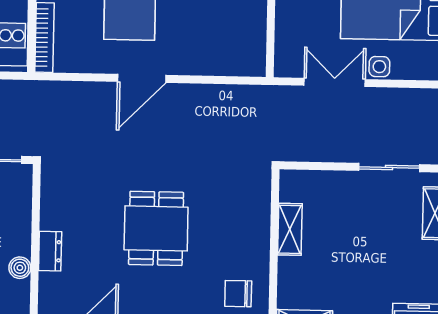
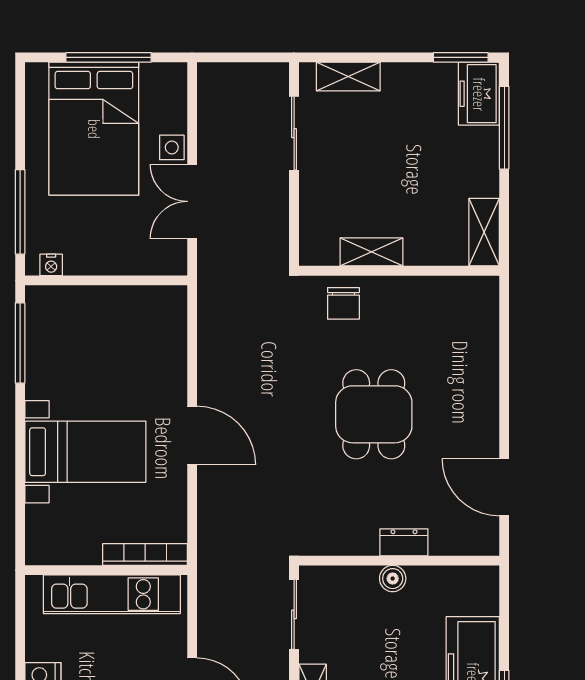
dining table: (156, 228) -> (374, 414), turned 90
boiler: (20, 268) -> (393, 579), moved
chair: (238, 294) -> (343, 303), moved

